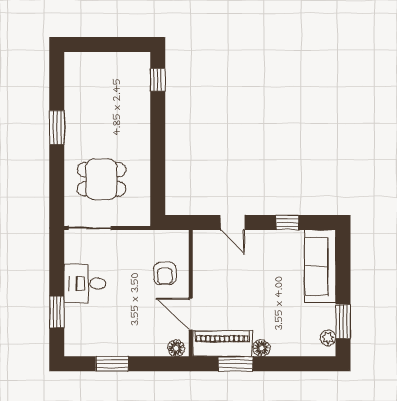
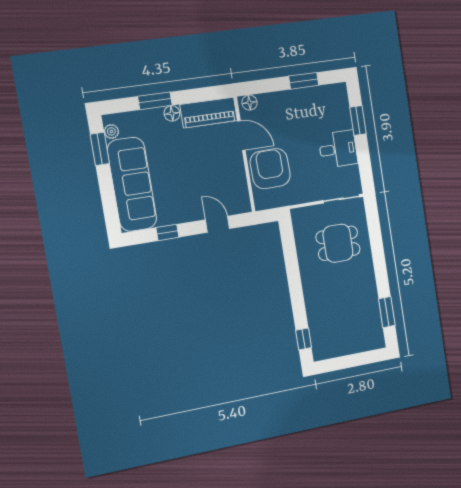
window: (57, 127) -> (387, 312), moved
sofa: (320, 266) -> (132, 184), width x1.36, depth x1.27
armchair: (165, 274) -> (270, 169), width x1.88, depth x1.88
window: (235, 364) -> (155, 101), moved

